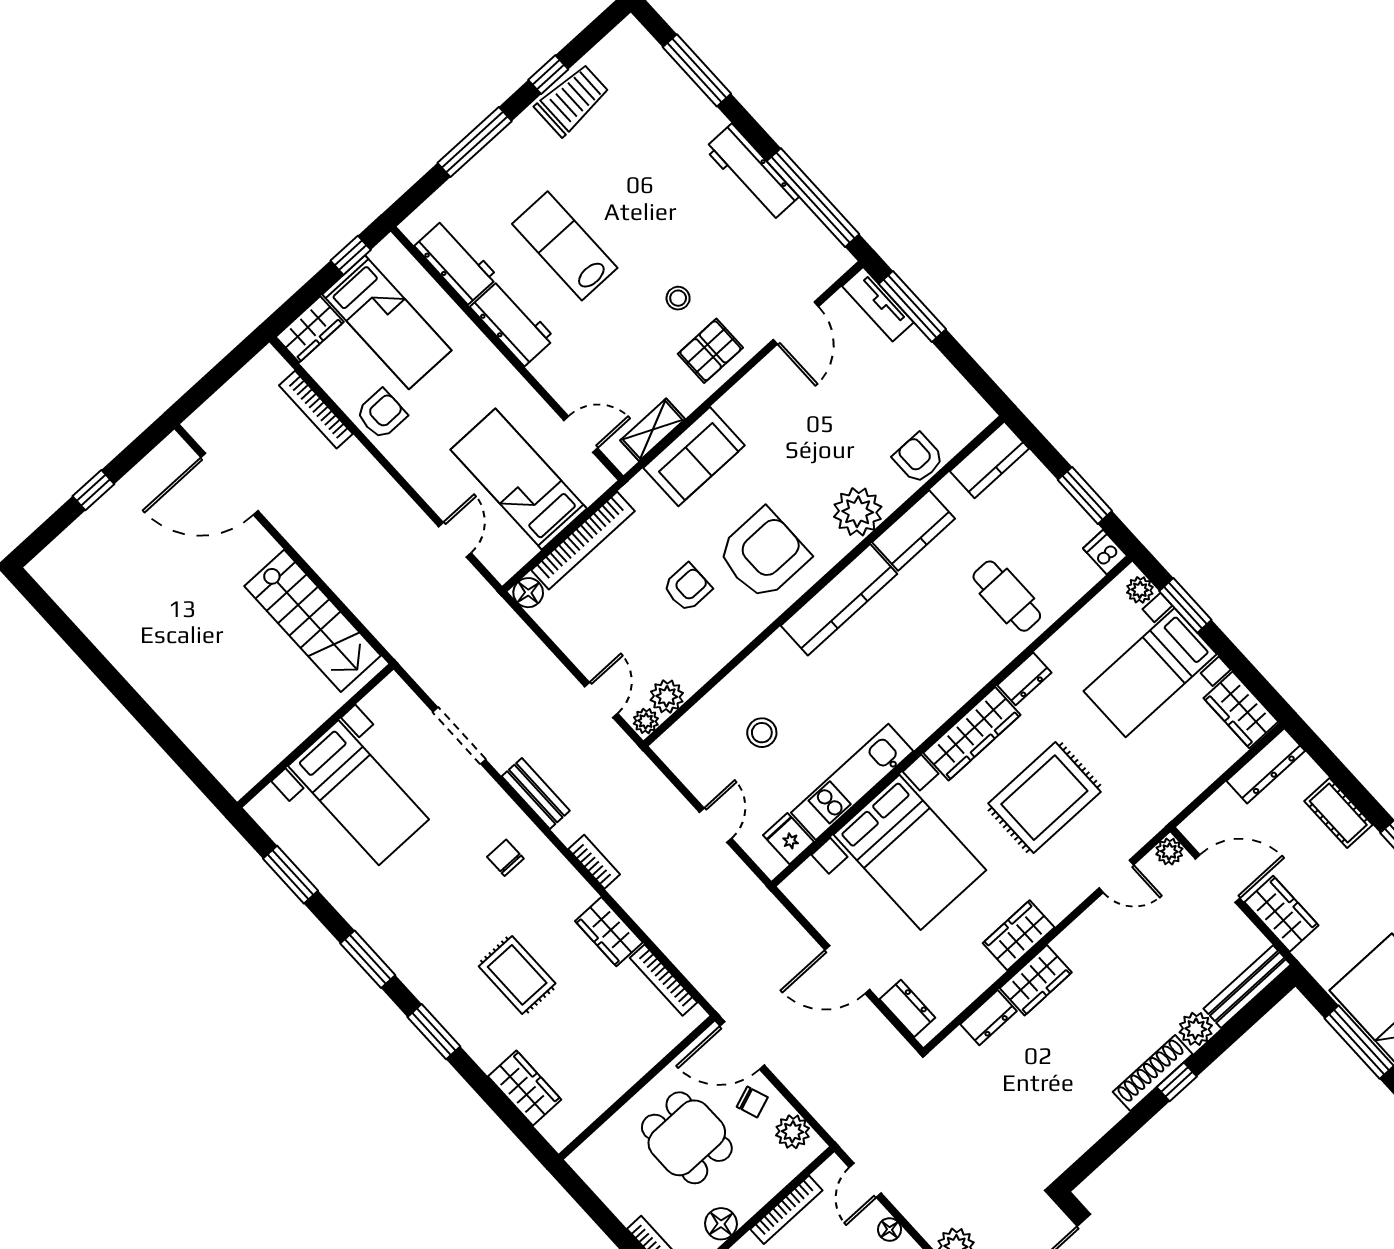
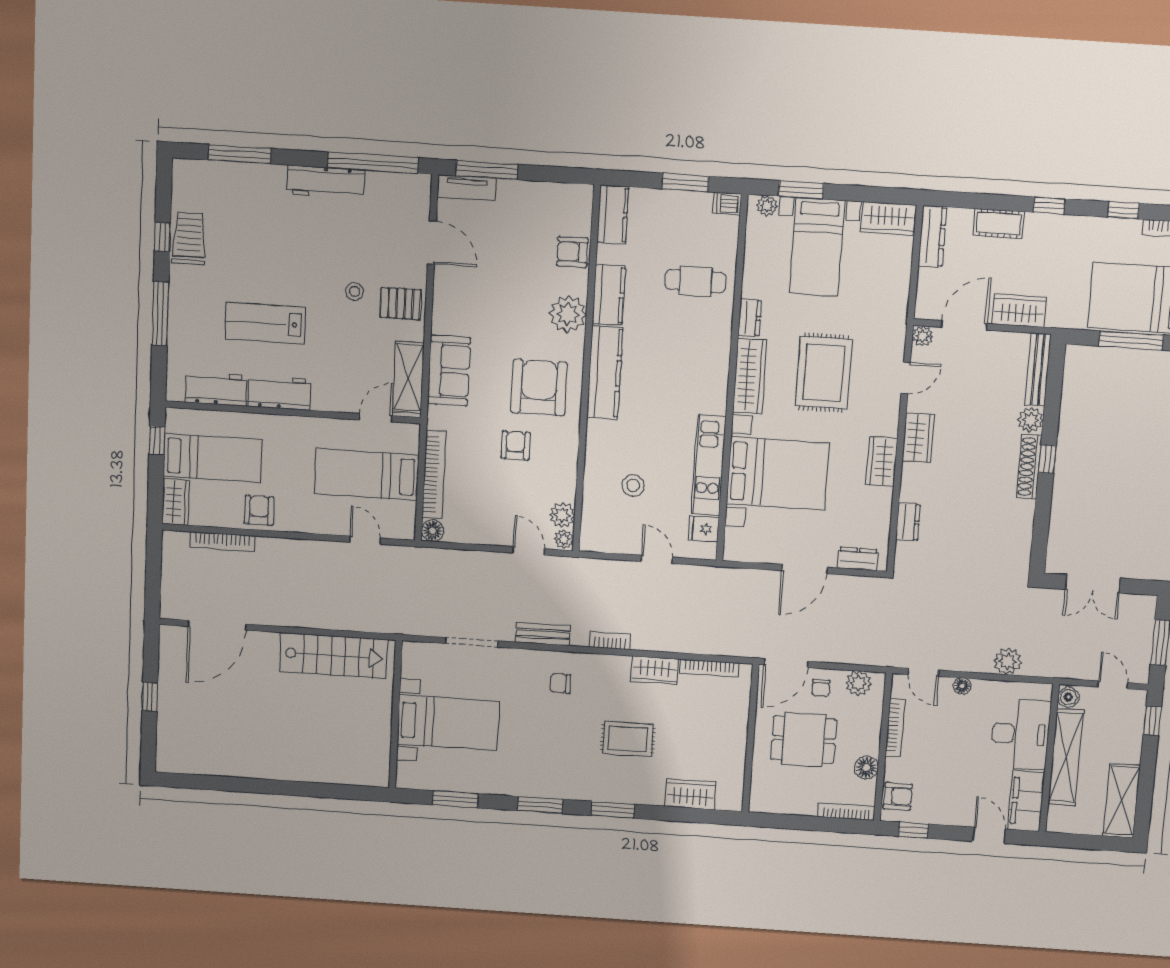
pallet: (710, 351) -> (401, 303), turned 90
shelving: (653, 430) -> (408, 377), width x1.50, depth x1.33
wardrobe: (1036, 980) -> (918, 438), moved
chair: (752, 1102) -> (821, 688), turned 110

